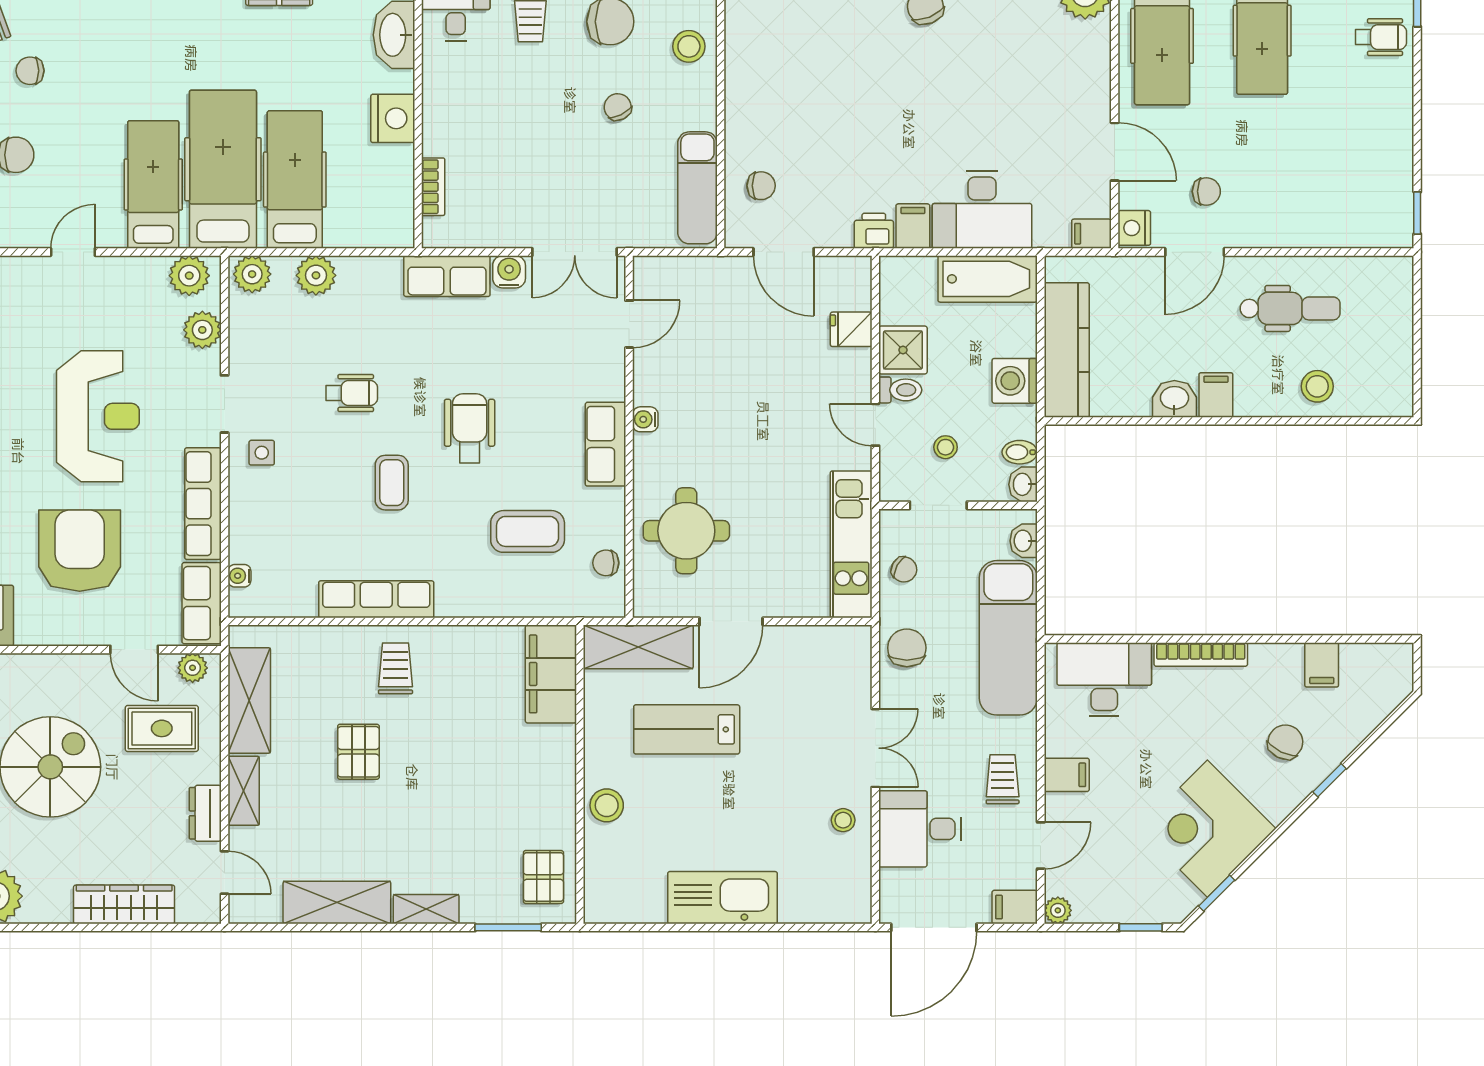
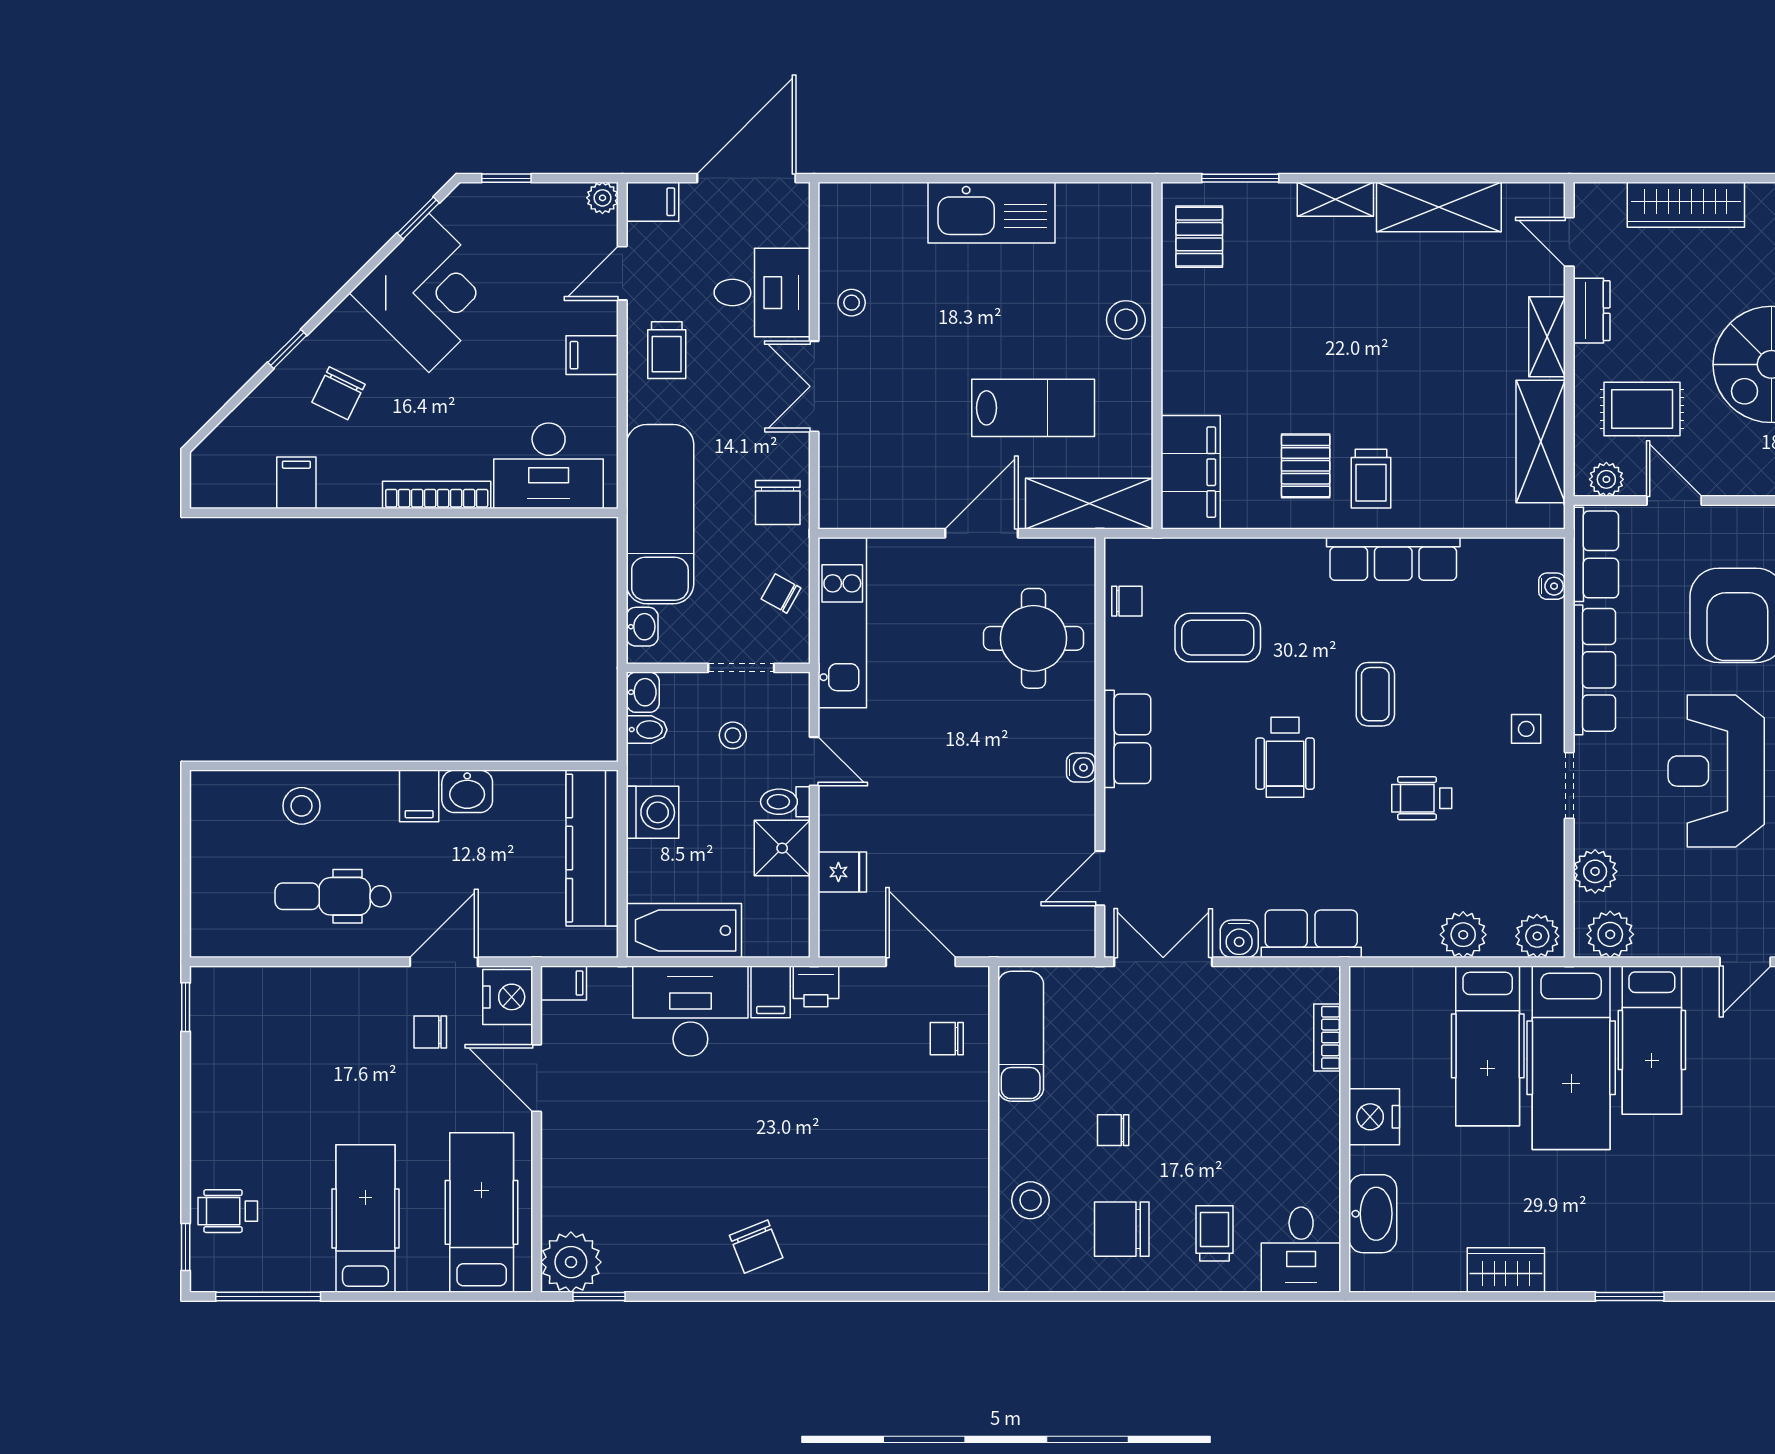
chair: (618, 107) -> (1113, 1130), turned 116
nightstand: (1134, 228) -> (508, 997), width x1.36, depth x1.33
pallet: (358, 752) -> (1306, 466), moved

